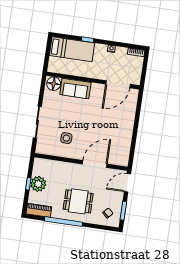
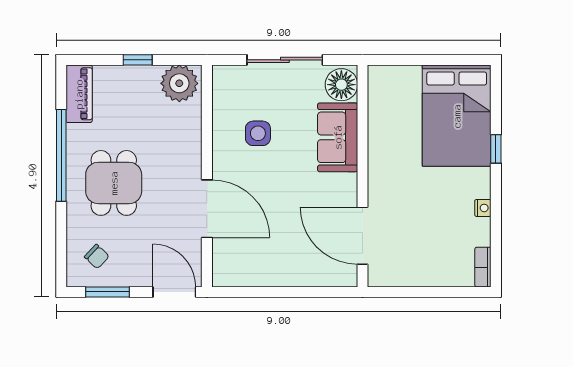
bed: (72, 49) -> (457, 116), width x1.50
wall: (93, 81) -> (363, 176), moved
floor lamp: (54, 84) -> (341, 85), moved
door: (118, 84) -> (363, 236), moved
sofa: (75, 89) -> (338, 137), moved
plant: (38, 184) -> (179, 83), moved

